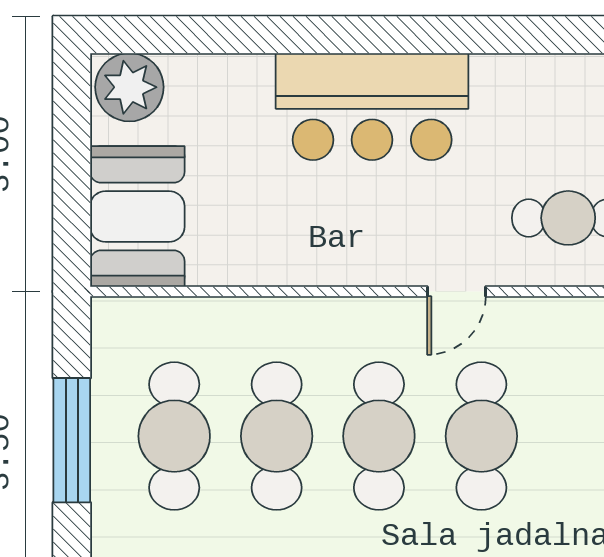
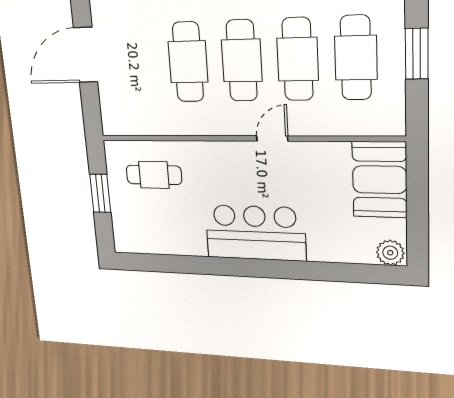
plant: (129, 87) -> (390, 253), width x0.73, depth x0.73
door: (456, 292) -> (272, 138), moved
window: (72, 440) -> (417, 54), width x0.69

